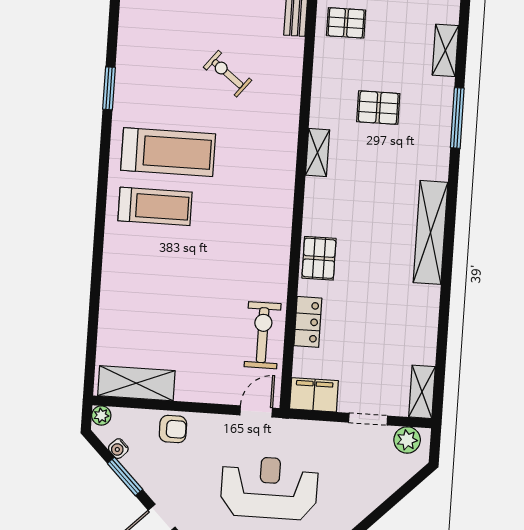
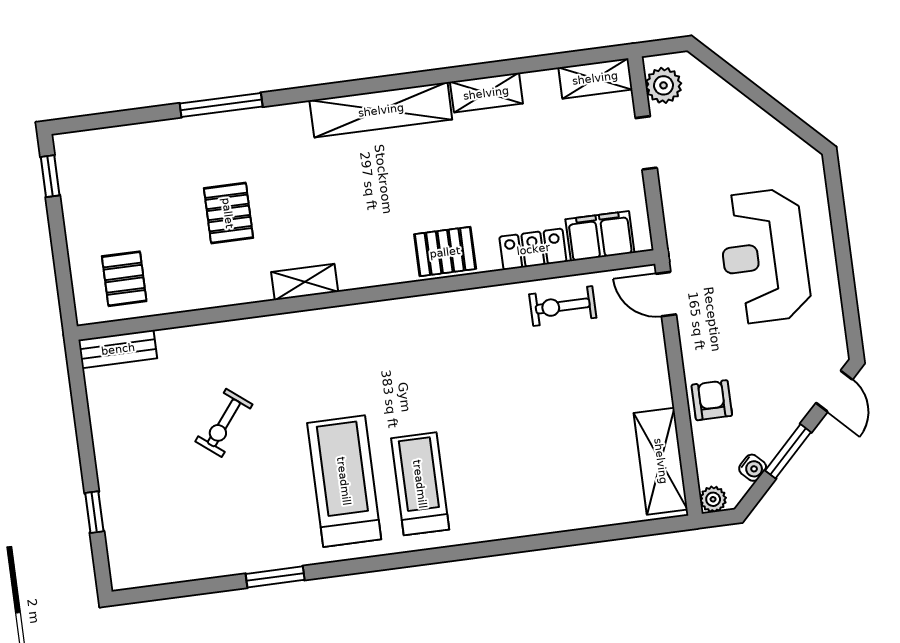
shelving: (445, 50) -> (486, 93), moved
exercise bike: (263, 335) -> (563, 306), width x0.73, depth x0.72
filing cabinet: (314, 395) -> (600, 236), moved, turned 90

